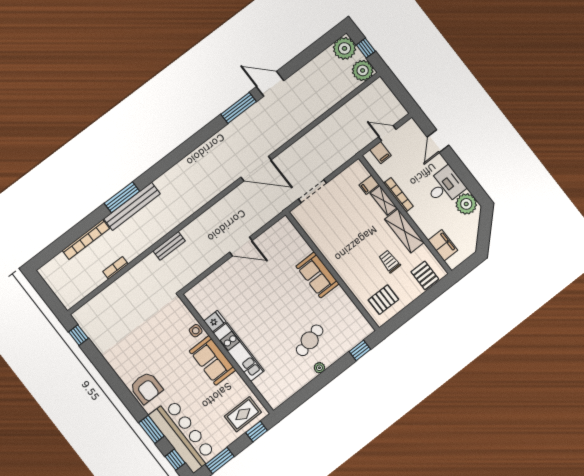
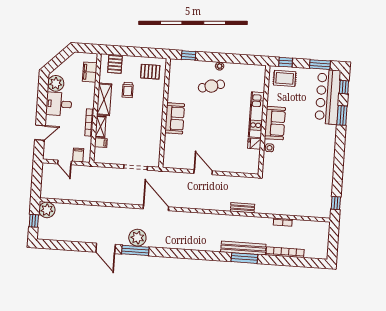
plant: (344, 48) -> (137, 238), moved
armchair: (146, 388) -> (325, 141), removed

